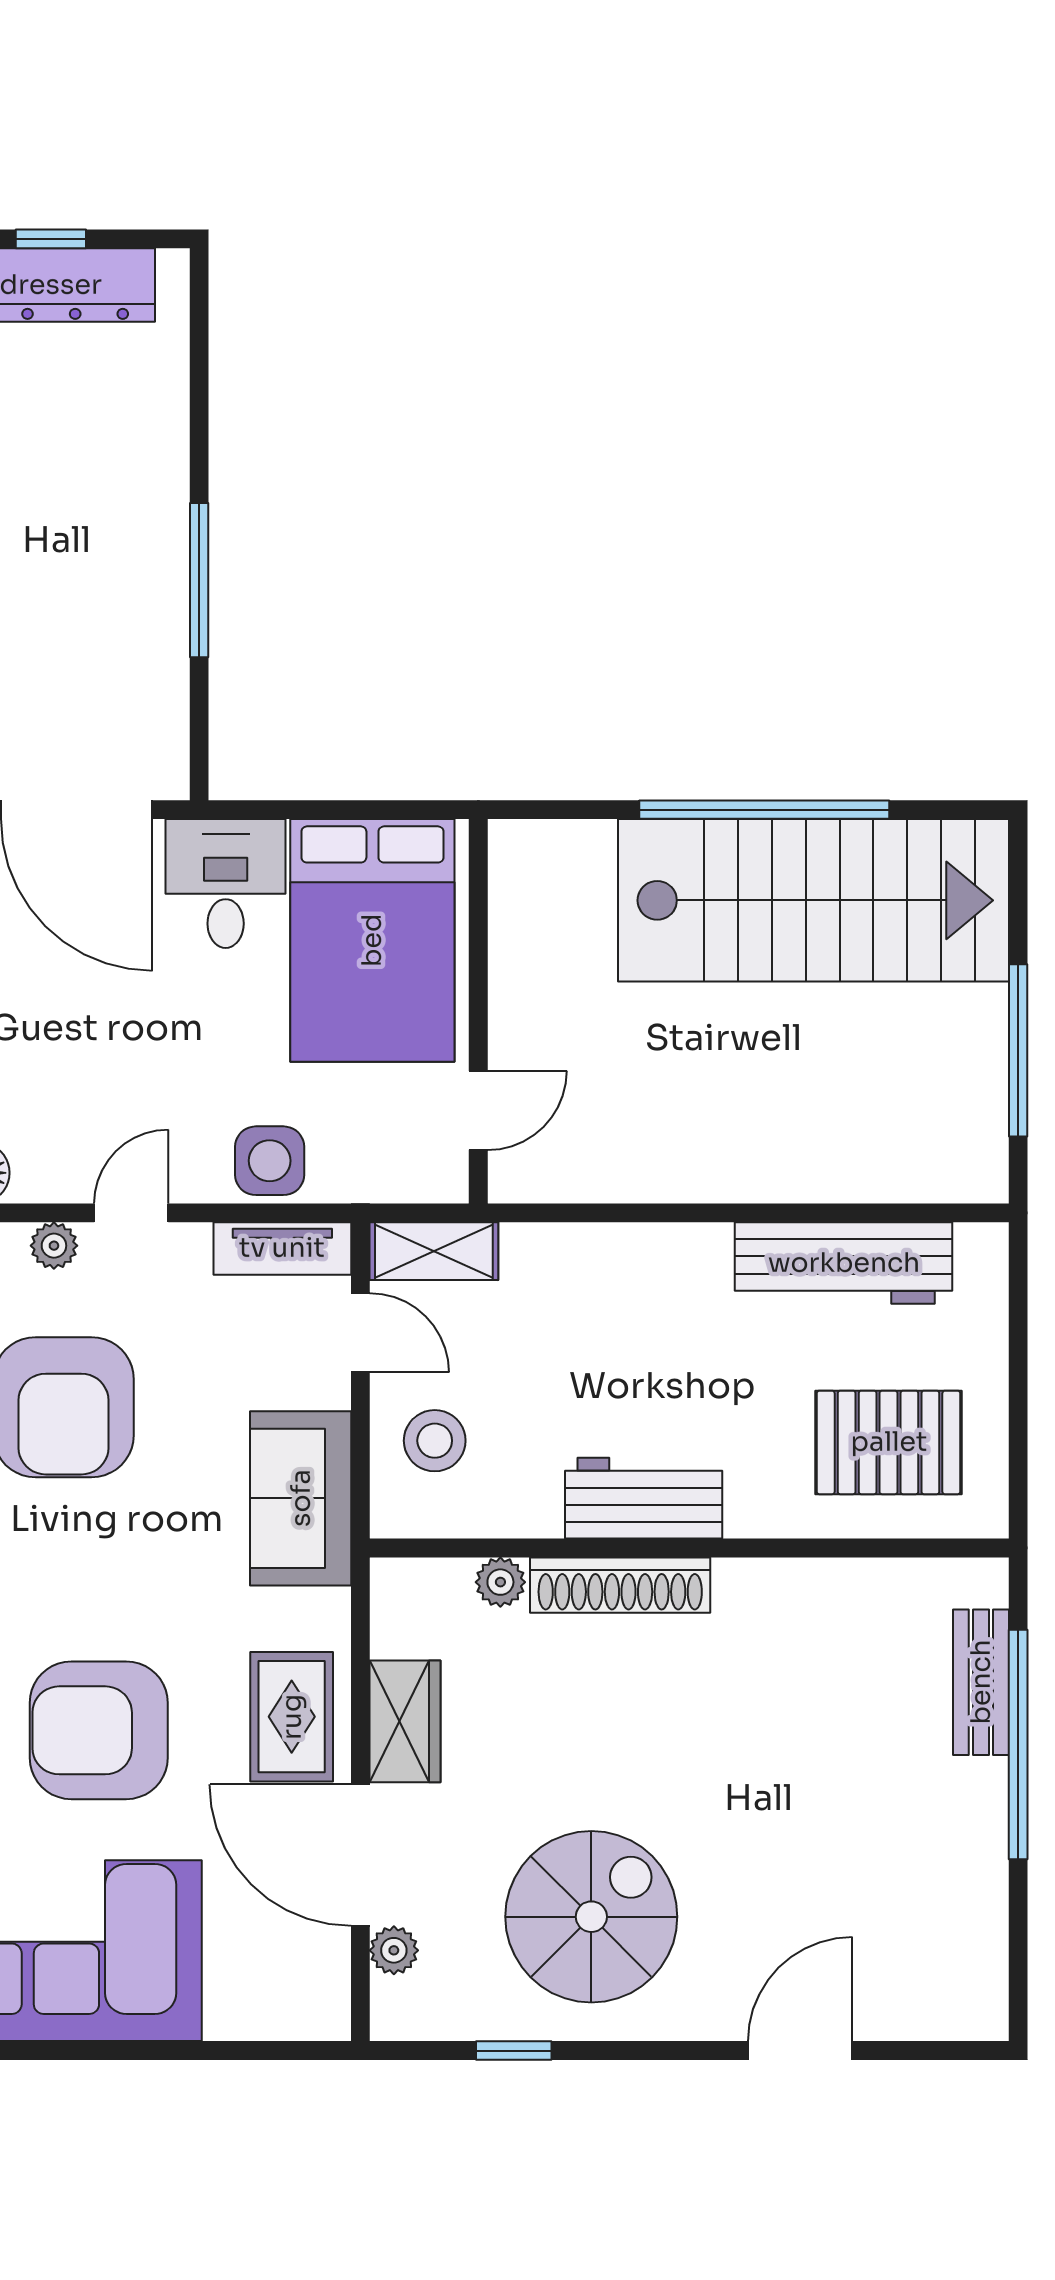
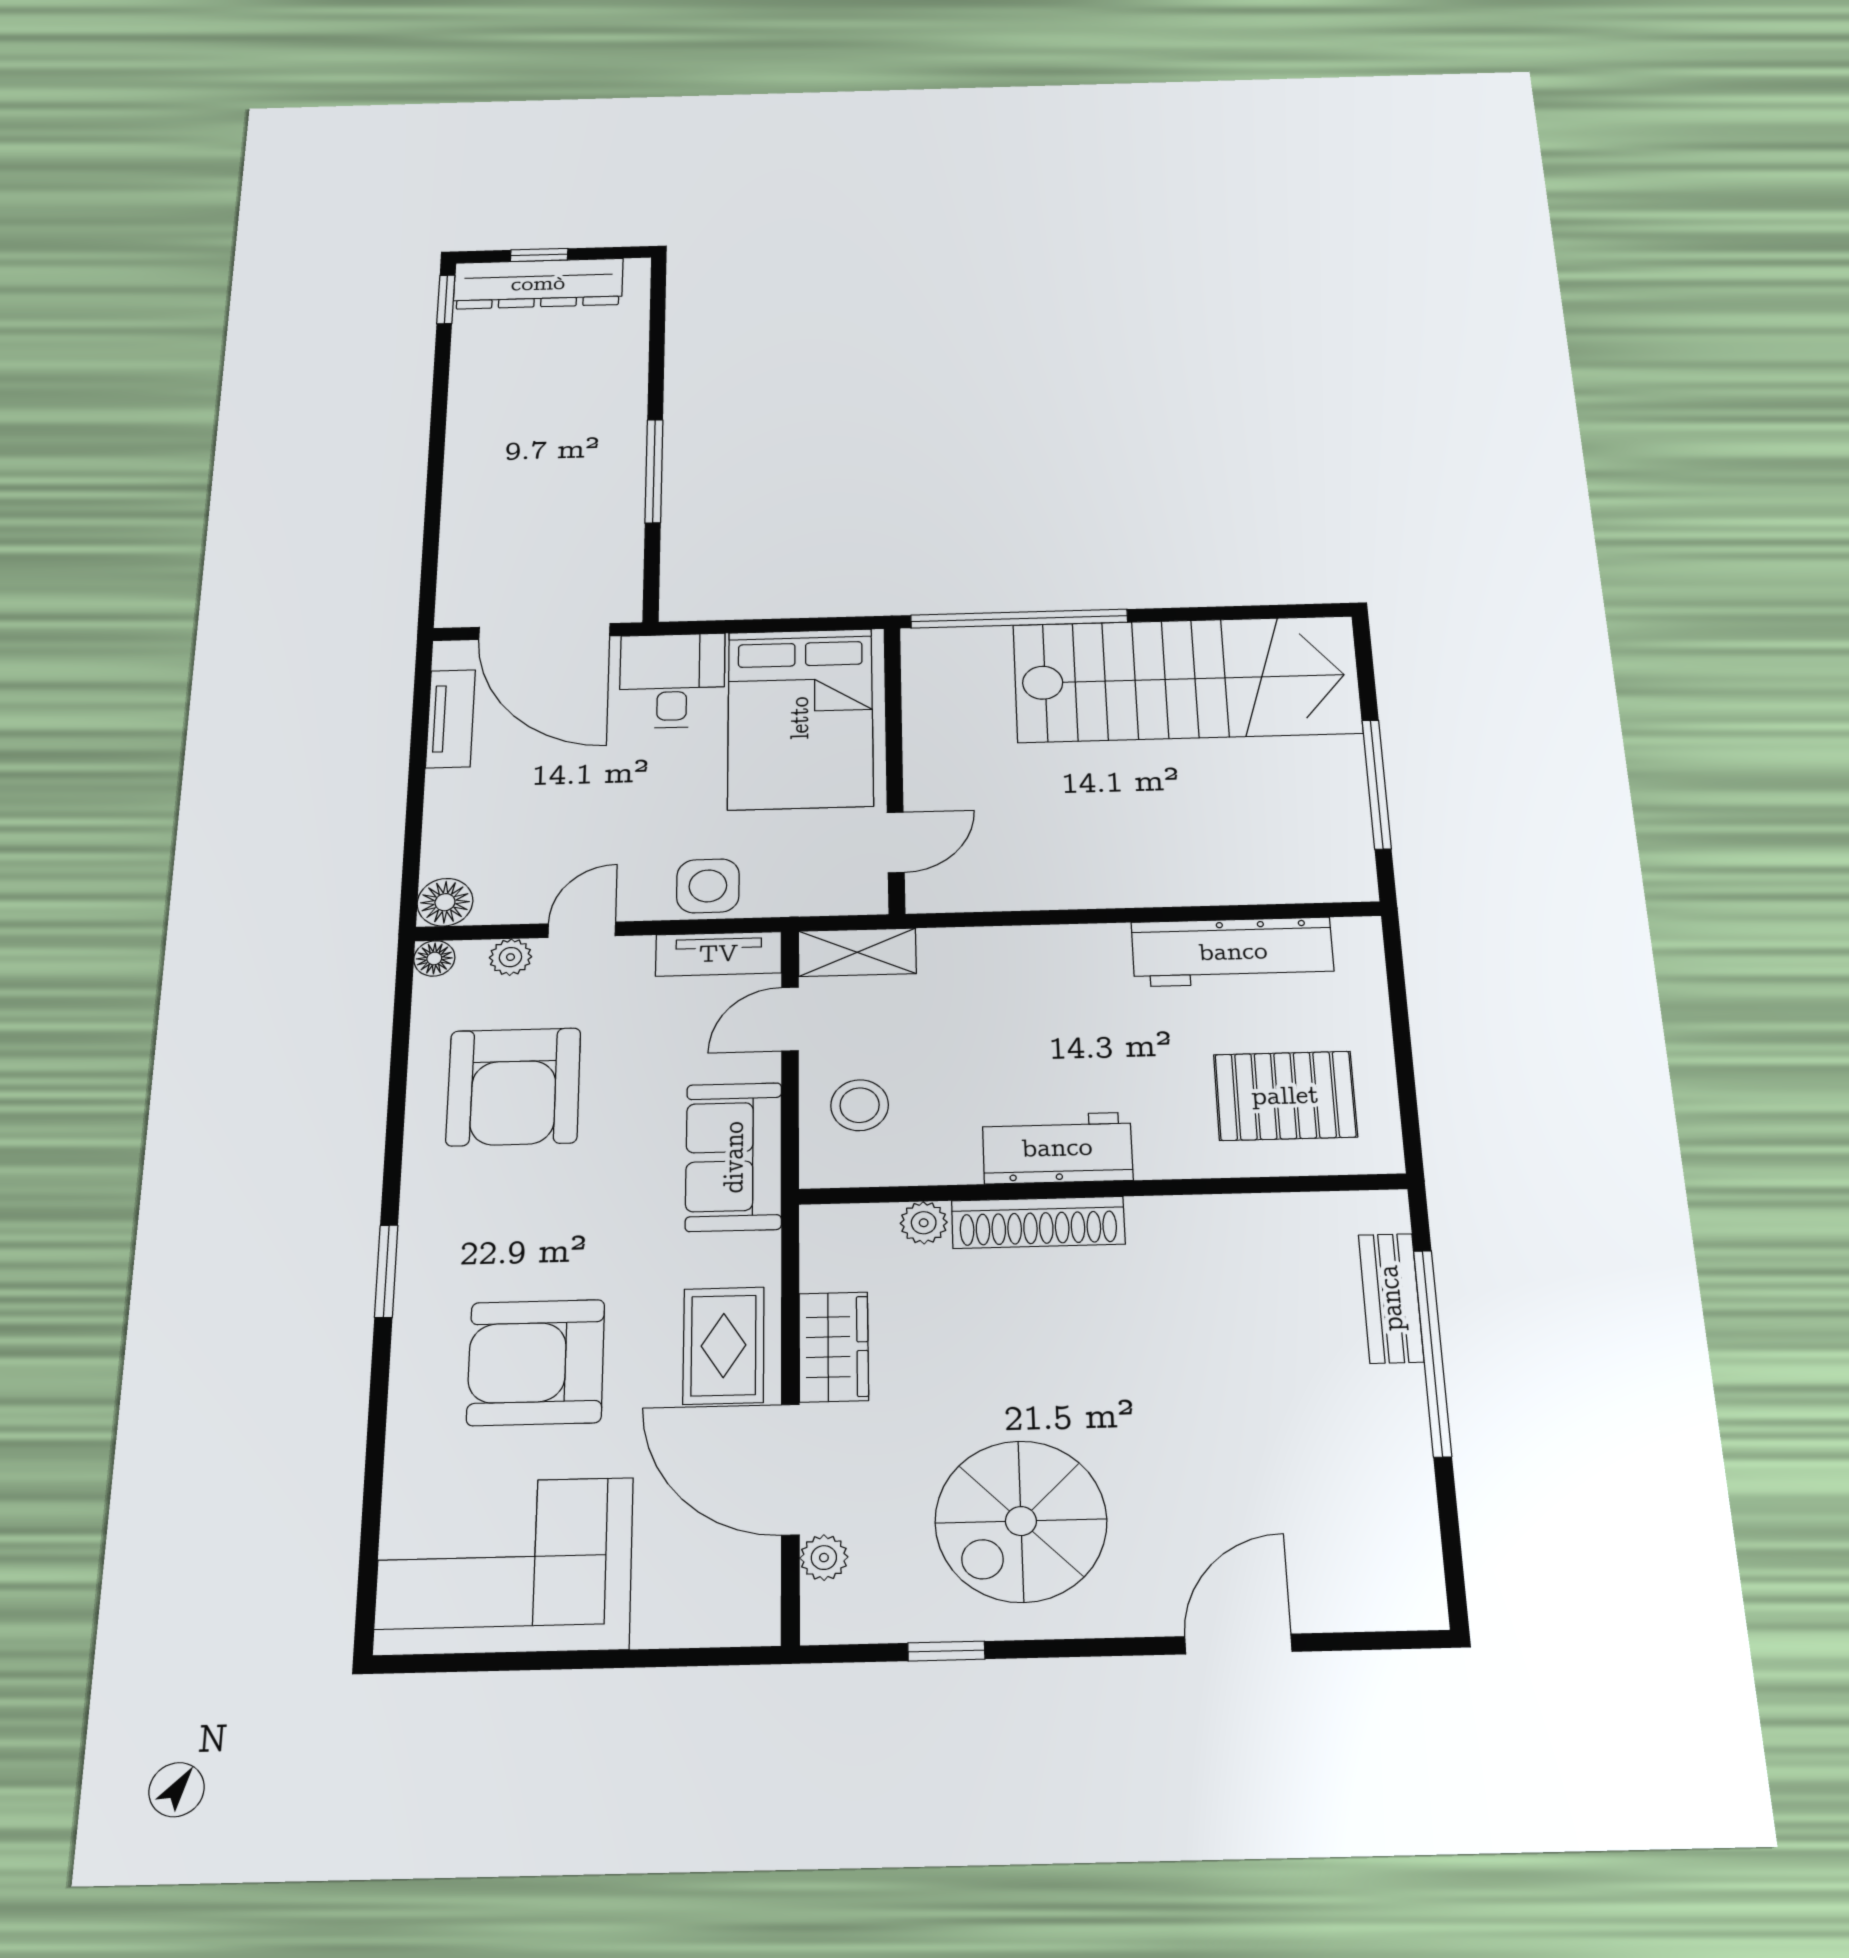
window: (764, 810) -> (1019, 619), moved
door: (360, 1333) -> (790, 1019), swing flipped
spiral stairs: (591, 1917) -> (1021, 1521), turned 180

